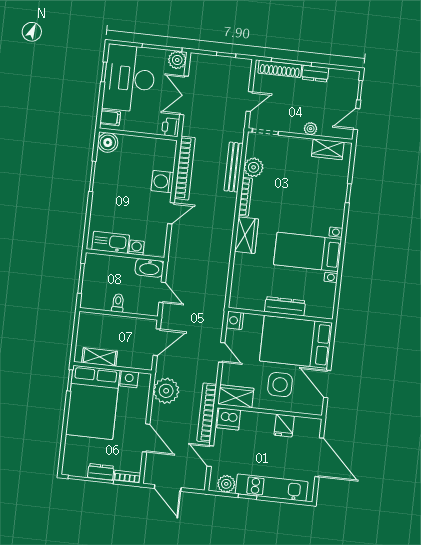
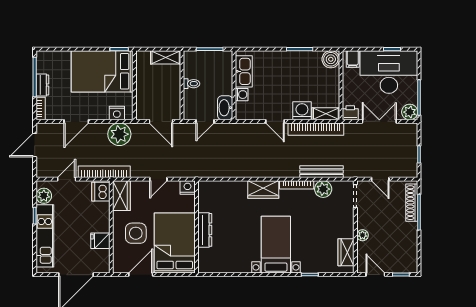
dresser: (315, 74) -> (411, 234), removed
shelving: (169, 155) -> (326, 114), added
bed with nightstands: (308, 252) -> (276, 245), moved
shelving: (100, 357) -> (166, 57), moved, turned 90
nightstand: (129, 379) -> (117, 113), moved, turned 90

